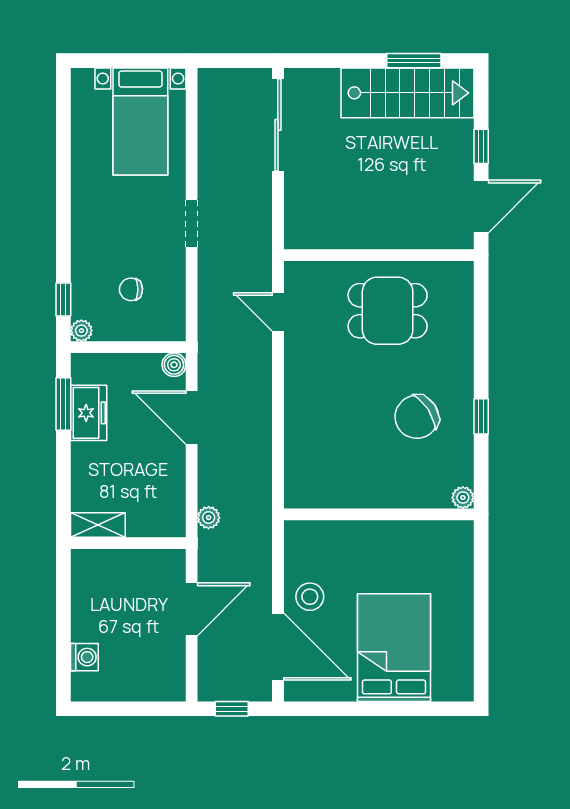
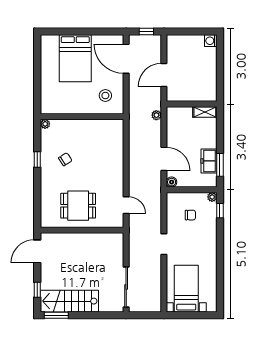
window: (414, 61) -> (56, 315), moved
window: (481, 146) -> (37, 290), moved
chair: (417, 417) -> (65, 159), width x0.54, depth x0.54
stool: (310, 597) -> (105, 96), moved
washing machine: (84, 657) -> (211, 41), moved

